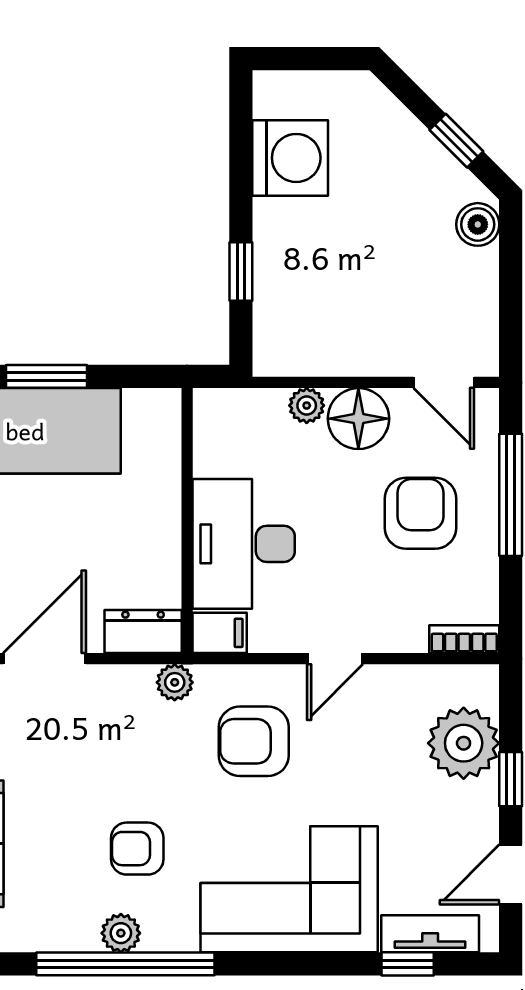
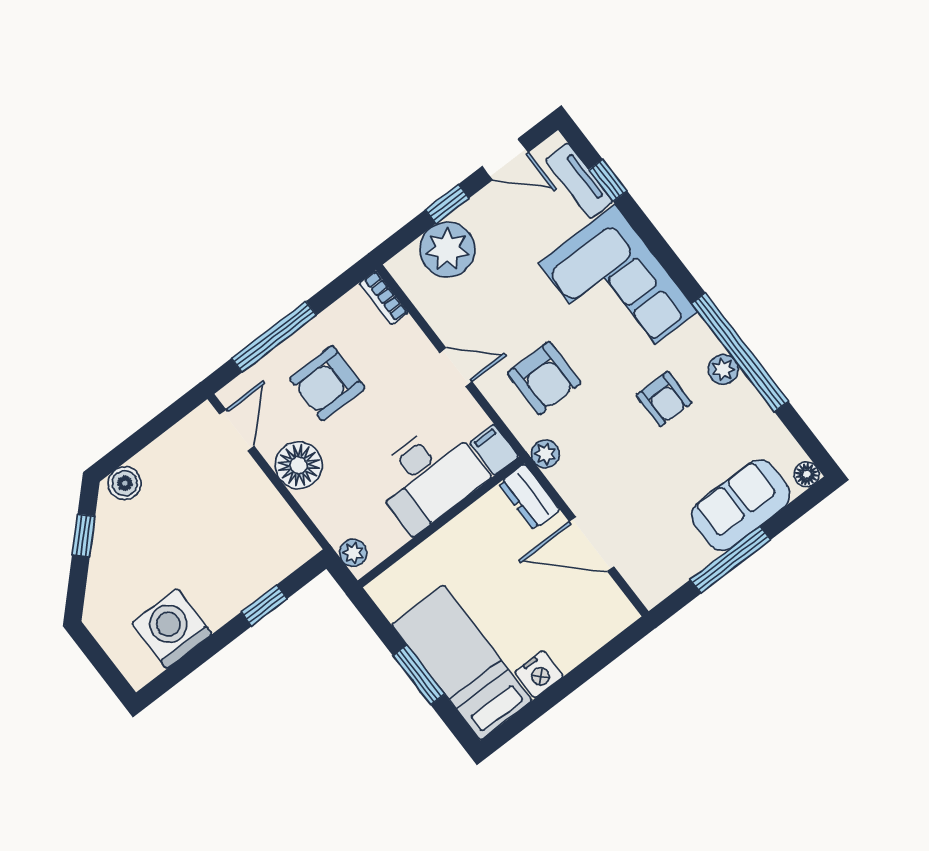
plant: (307, 406) -> (353, 553), moved

